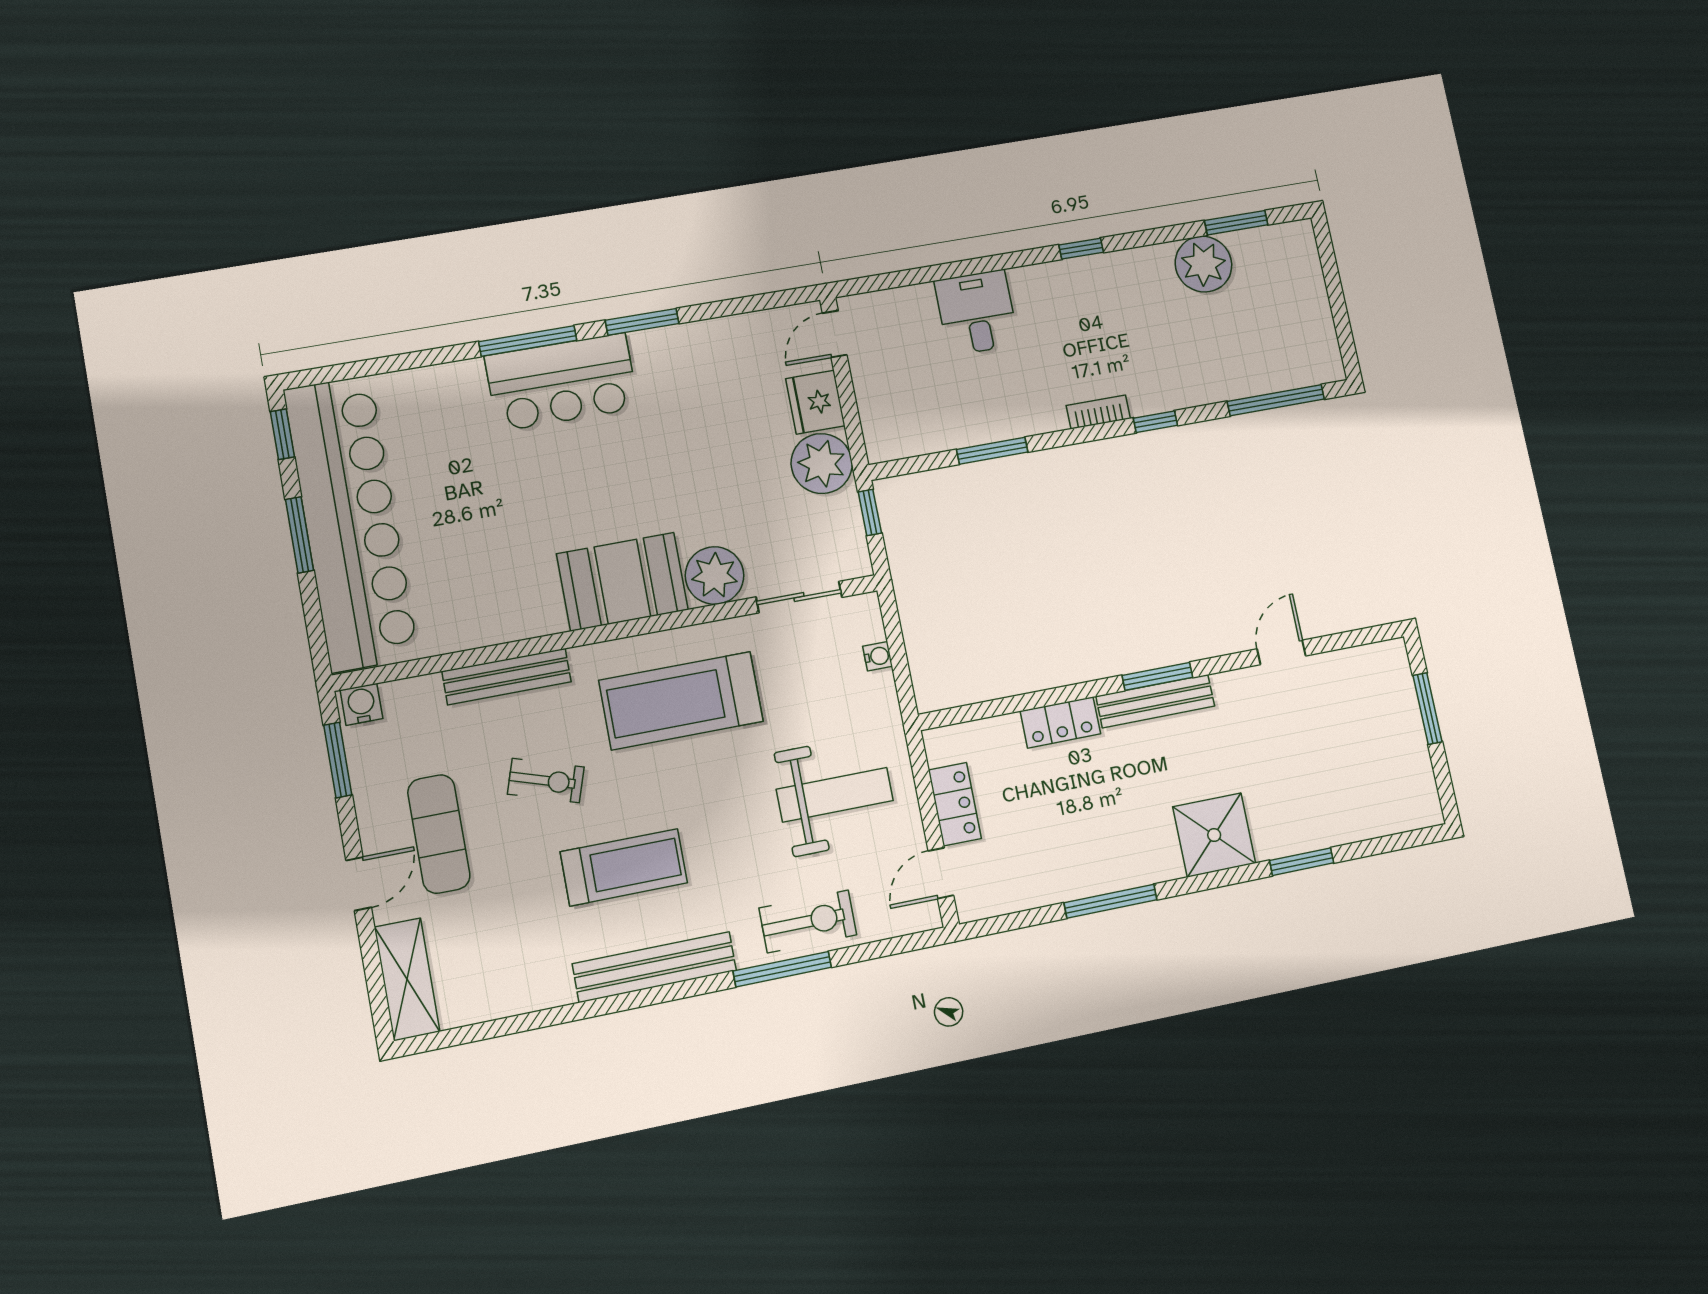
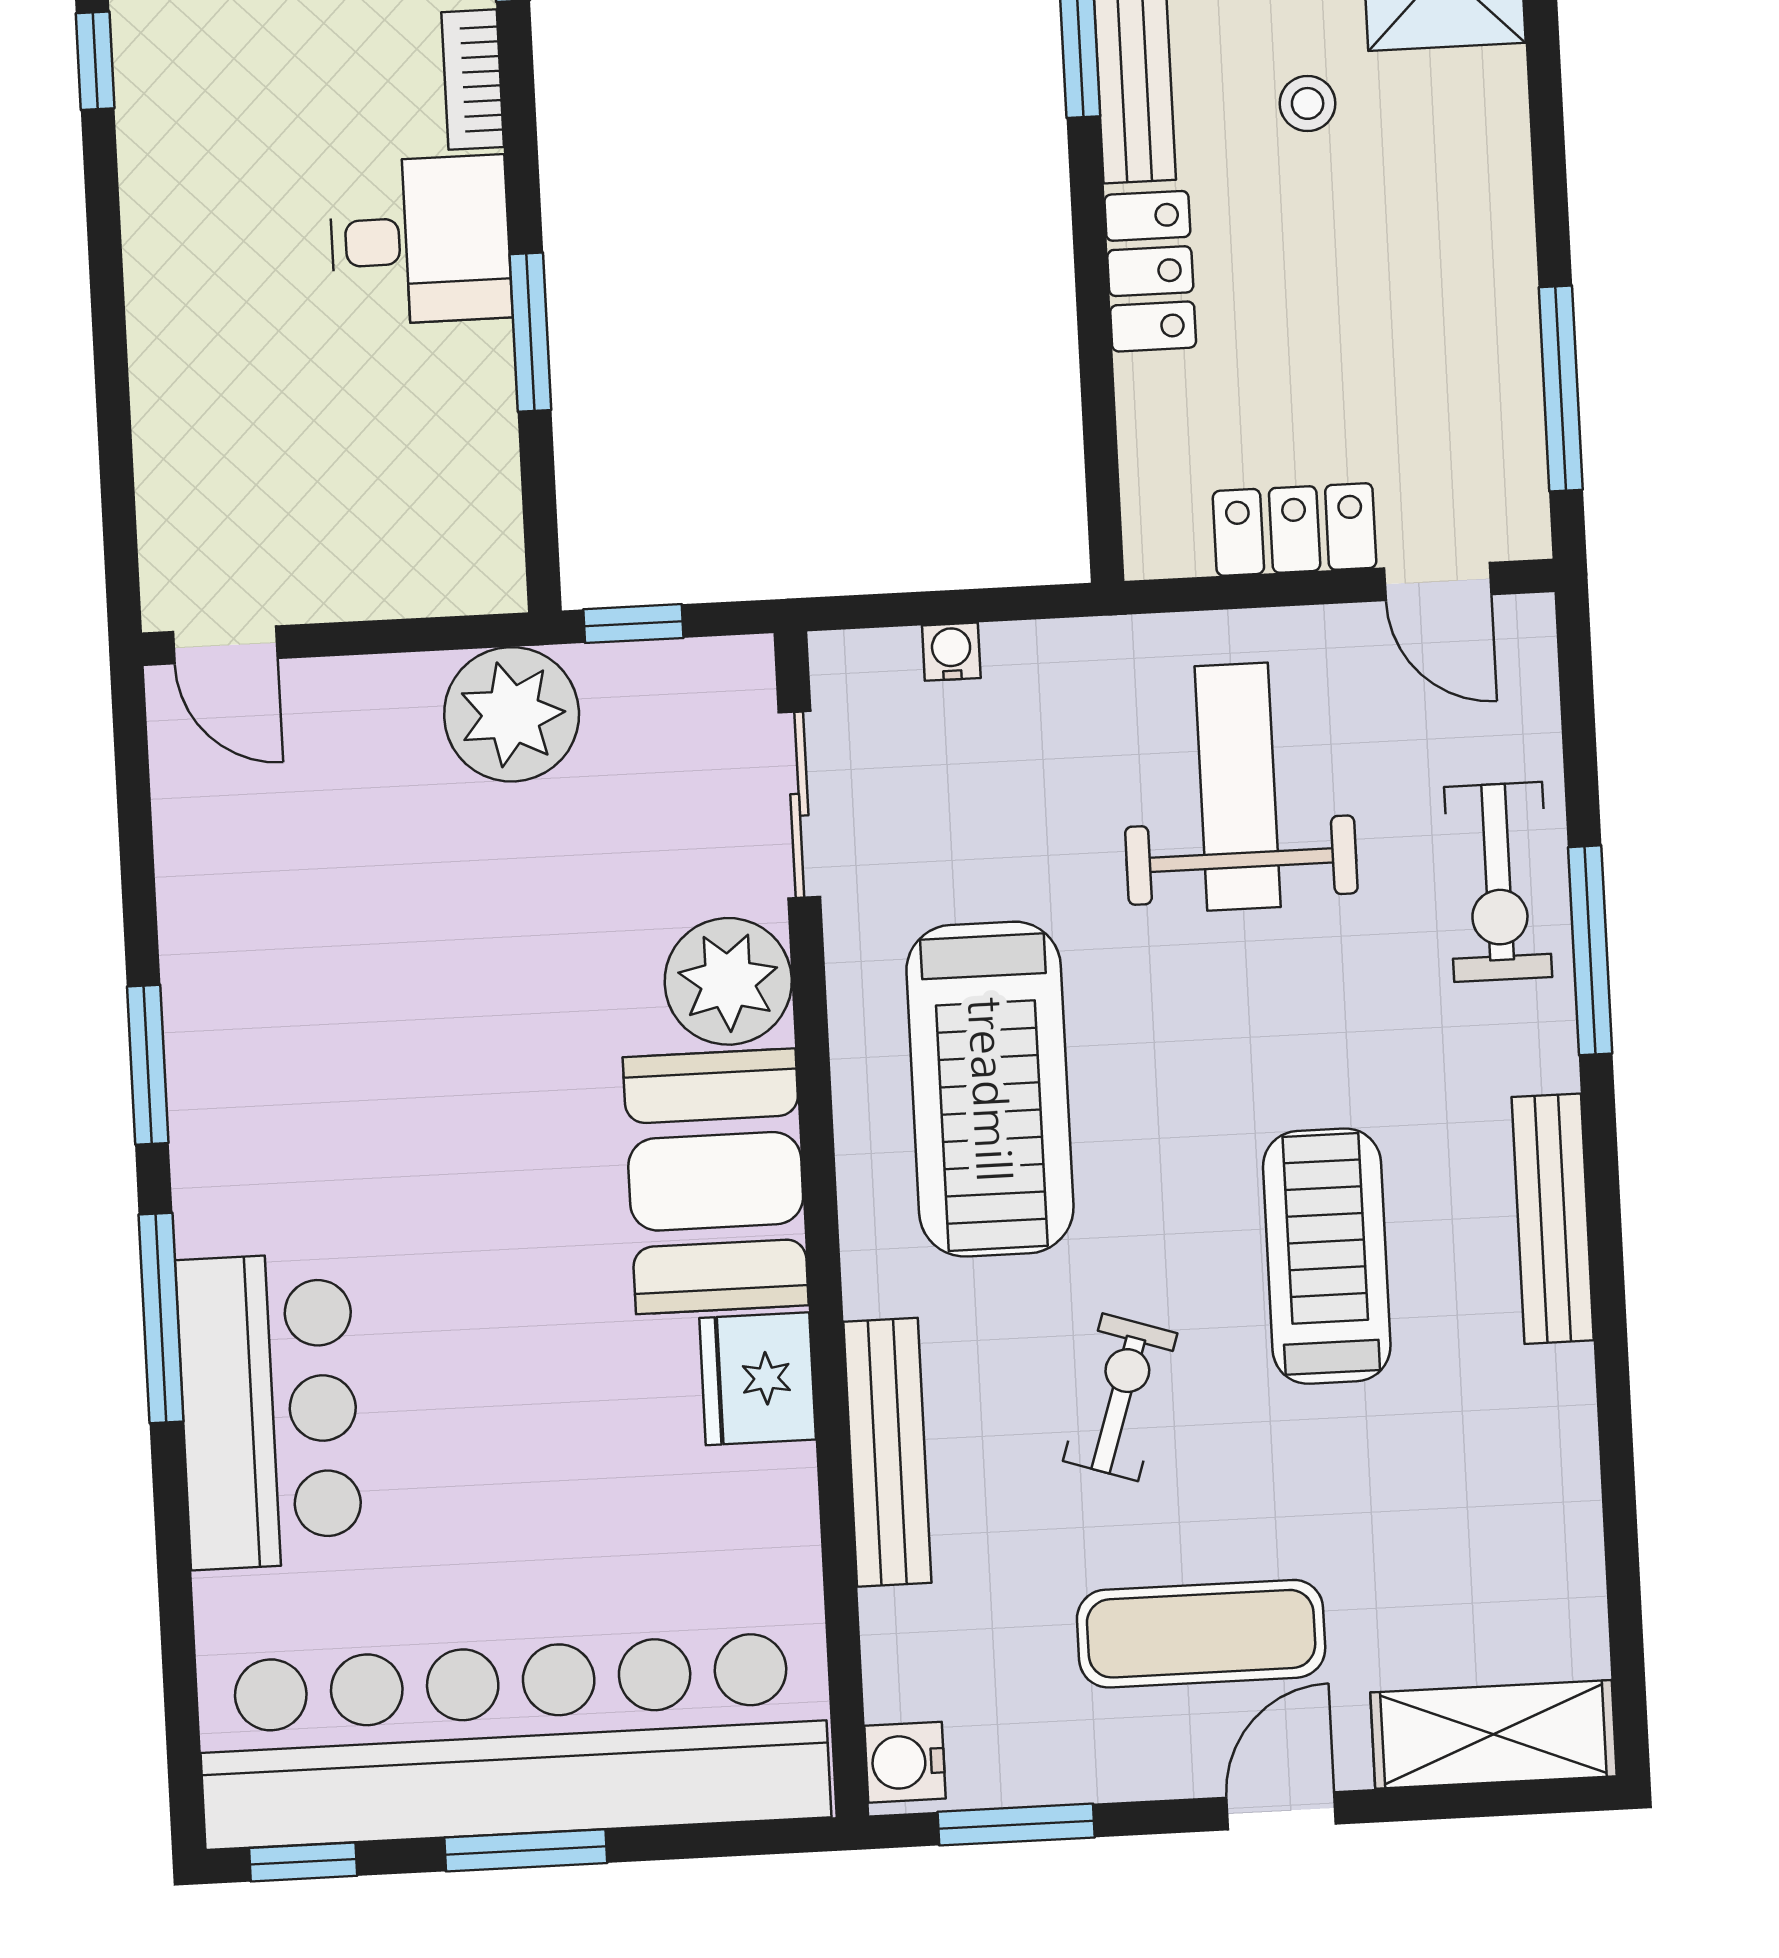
desk: (977, 313) -> (420, 240), moved, turned 180
bar counter: (562, 382) -> (269, 1411), moved
fridge: (815, 402) -> (758, 1379), moved, turned 90
stool: (1145, 783) -> (1308, 103), added
door: (359, 884) -> (1281, 1811), hinge flipped
window: (1110, 901) -> (1561, 389), moved
exercise bike: (808, 921) -> (1498, 882), turned 180
bench: (654, 967) -> (1553, 1219), width x0.73, depth x0.82

